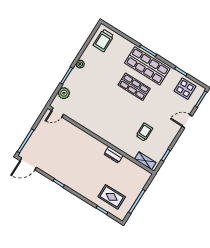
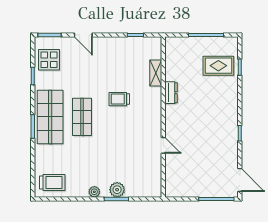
plant: (64, 93) -> (117, 190), moved
door: (57, 113) -> (163, 145), moved
trolley: (144, 132) -> (119, 99), moved
shelving: (145, 161) -> (156, 73), moved
rug: (112, 197) -> (218, 66), turned 90

